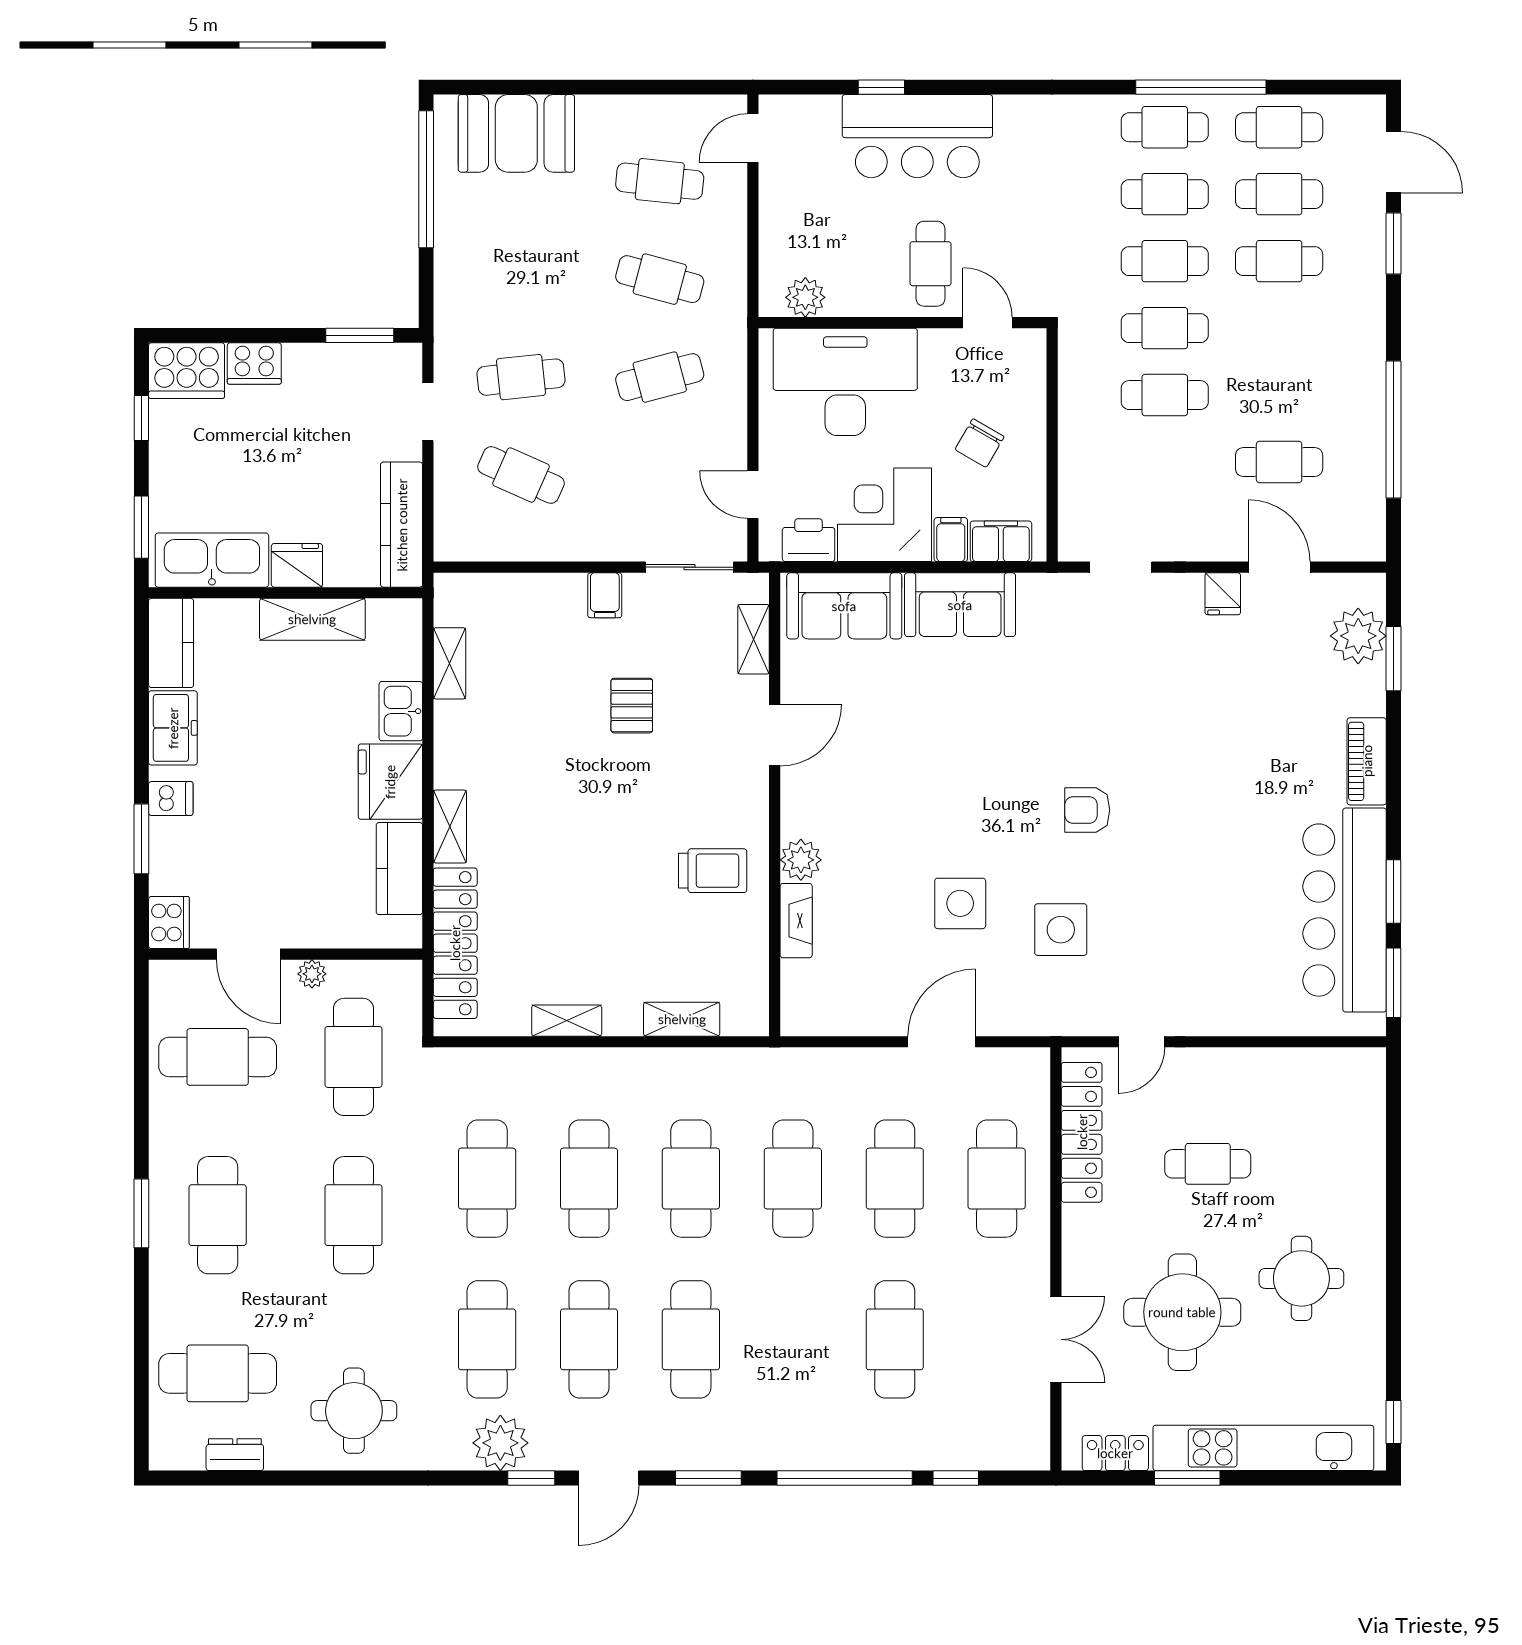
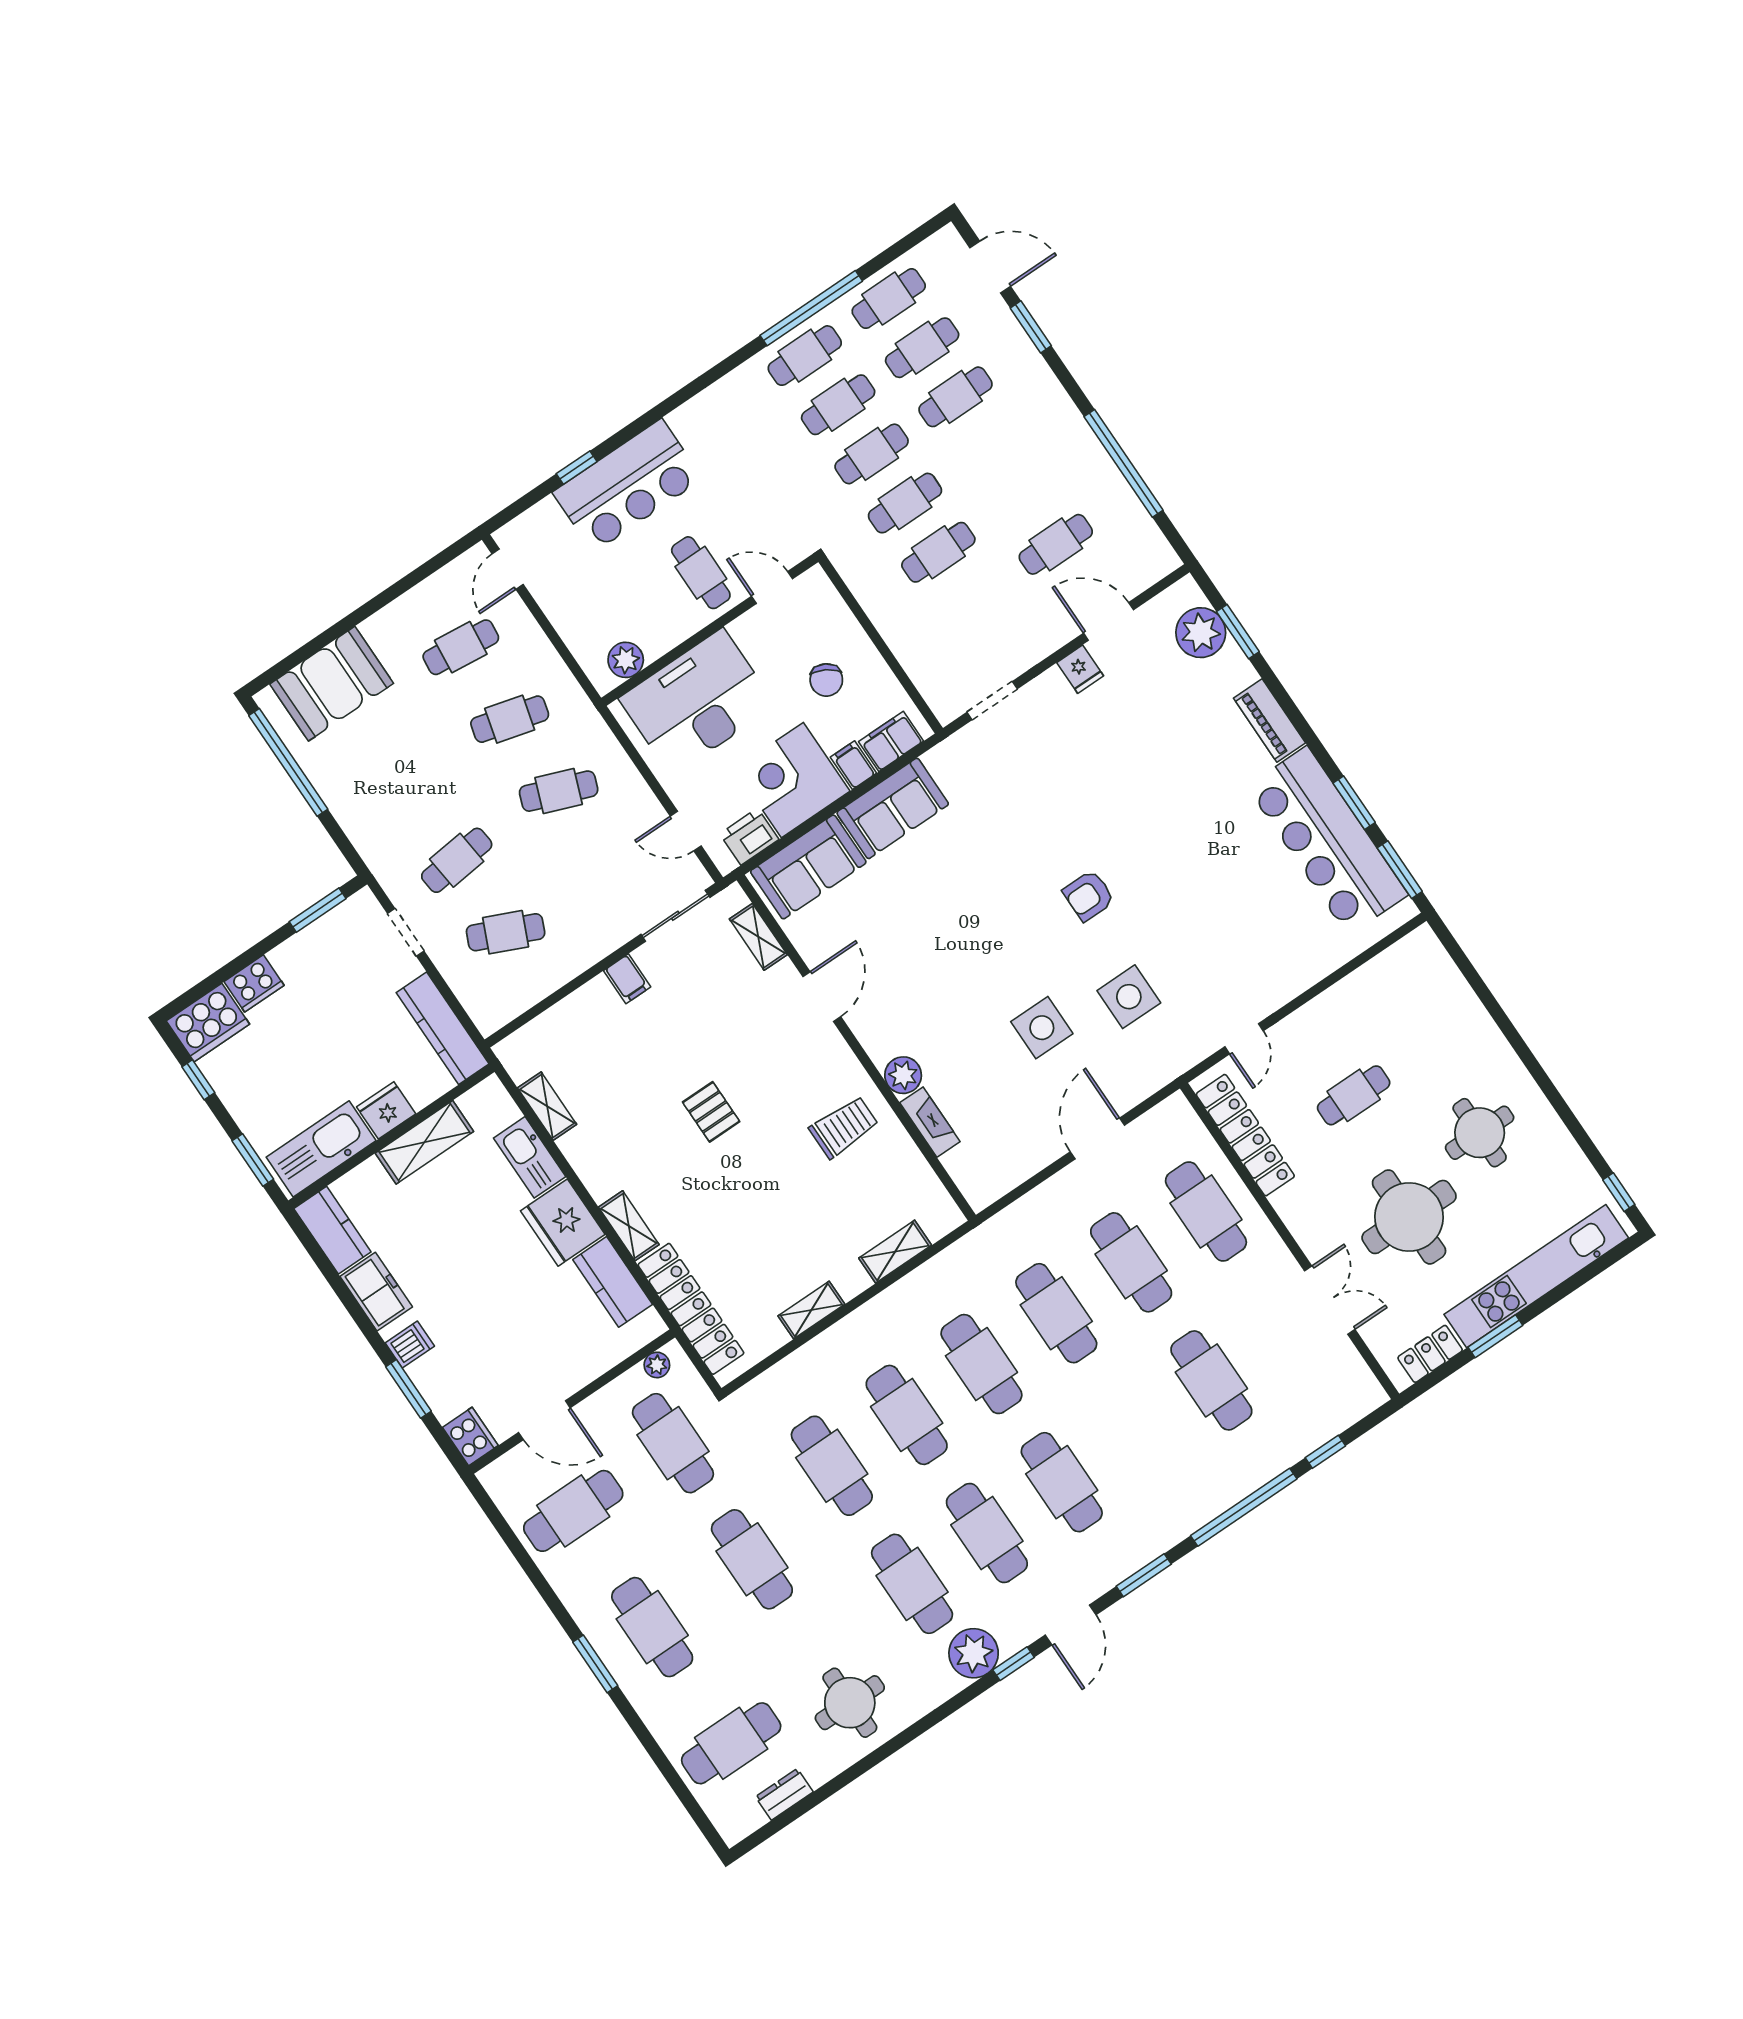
cafe table: (660, 377) -> (559, 791), turned 36
pallet: (632, 706) -> (711, 1112), moved
kitchen sink: (401, 711) -> (530, 1157), width x1.38
plant: (312, 974) -> (657, 1365), moved

